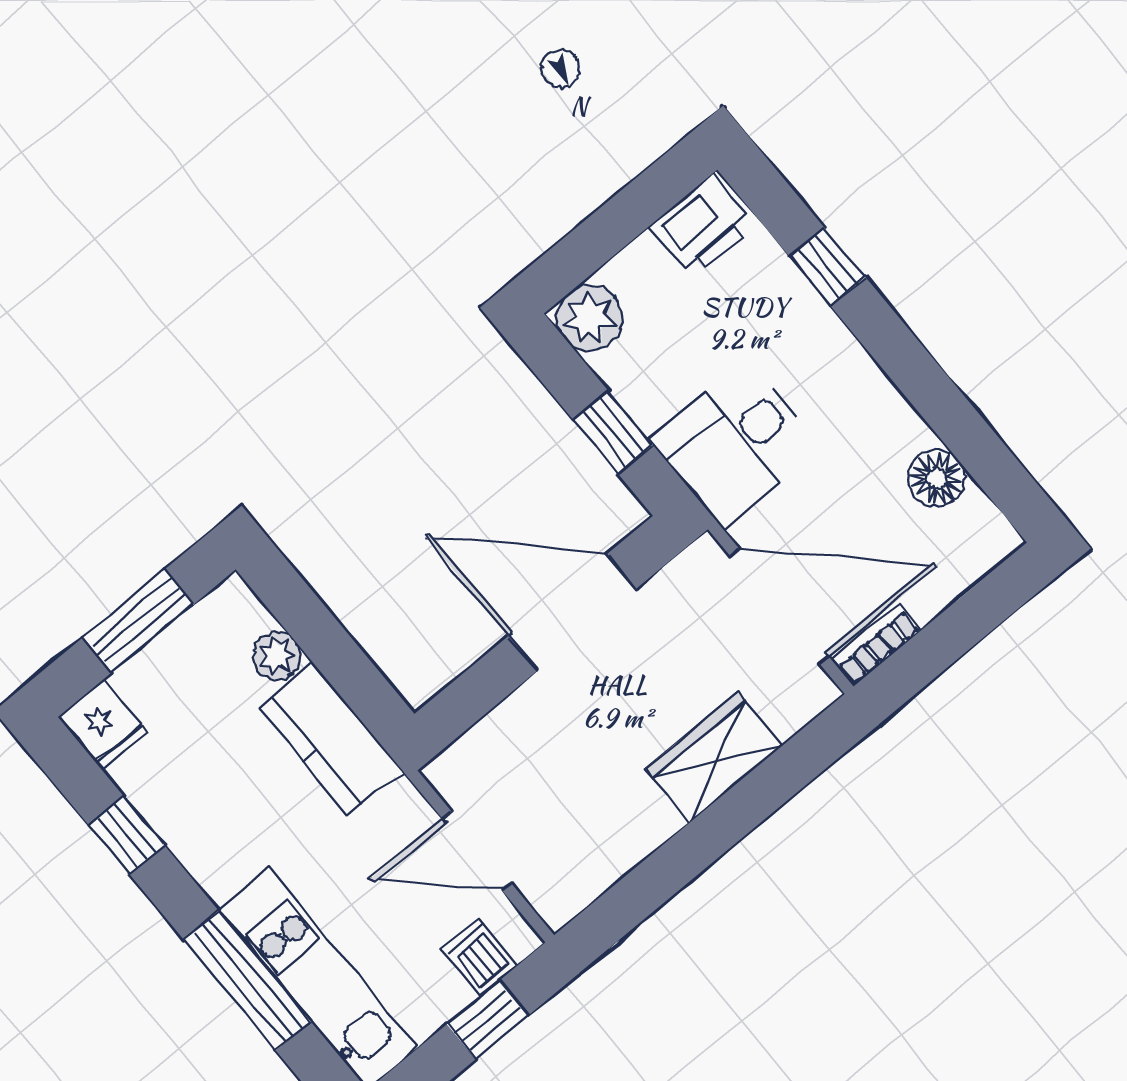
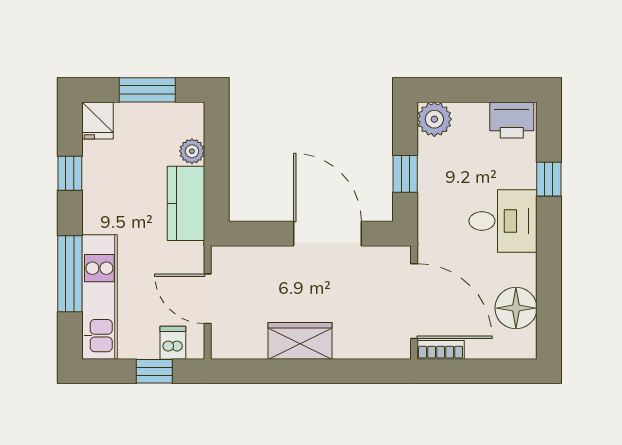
desk: (735, 444) -> (503, 221), moved, turned 180
floor lamp: (937, 478) -> (516, 308), width x1.38, depth x1.38
wardrobe: (714, 757) -> (300, 341), moved

